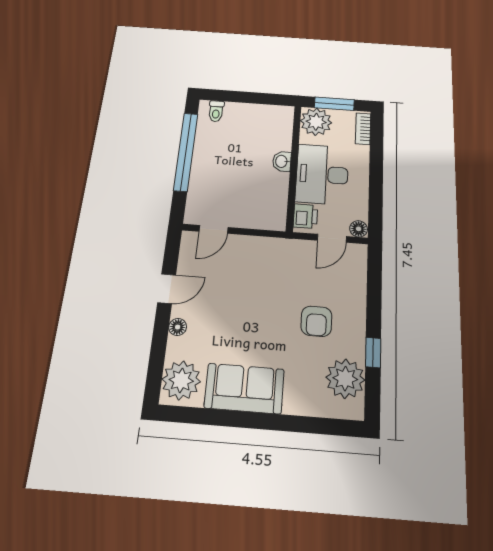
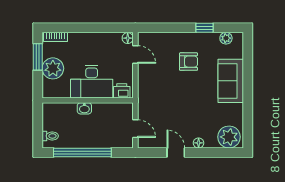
washbasin: (282, 161) -> (84, 108), moved
wall: (294, 167) -> (88, 100), moved
desk: (322, 174) -> (92, 82), moved
printer: (305, 216) -> (122, 91), moved
plant: (345, 379) -> (226, 38), width x0.53, depth x0.53
sofa: (244, 388) -> (231, 81), moved

